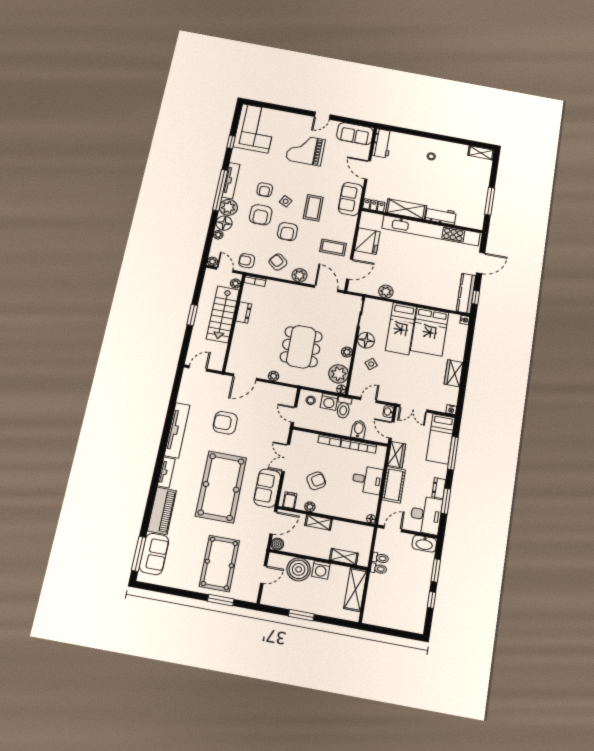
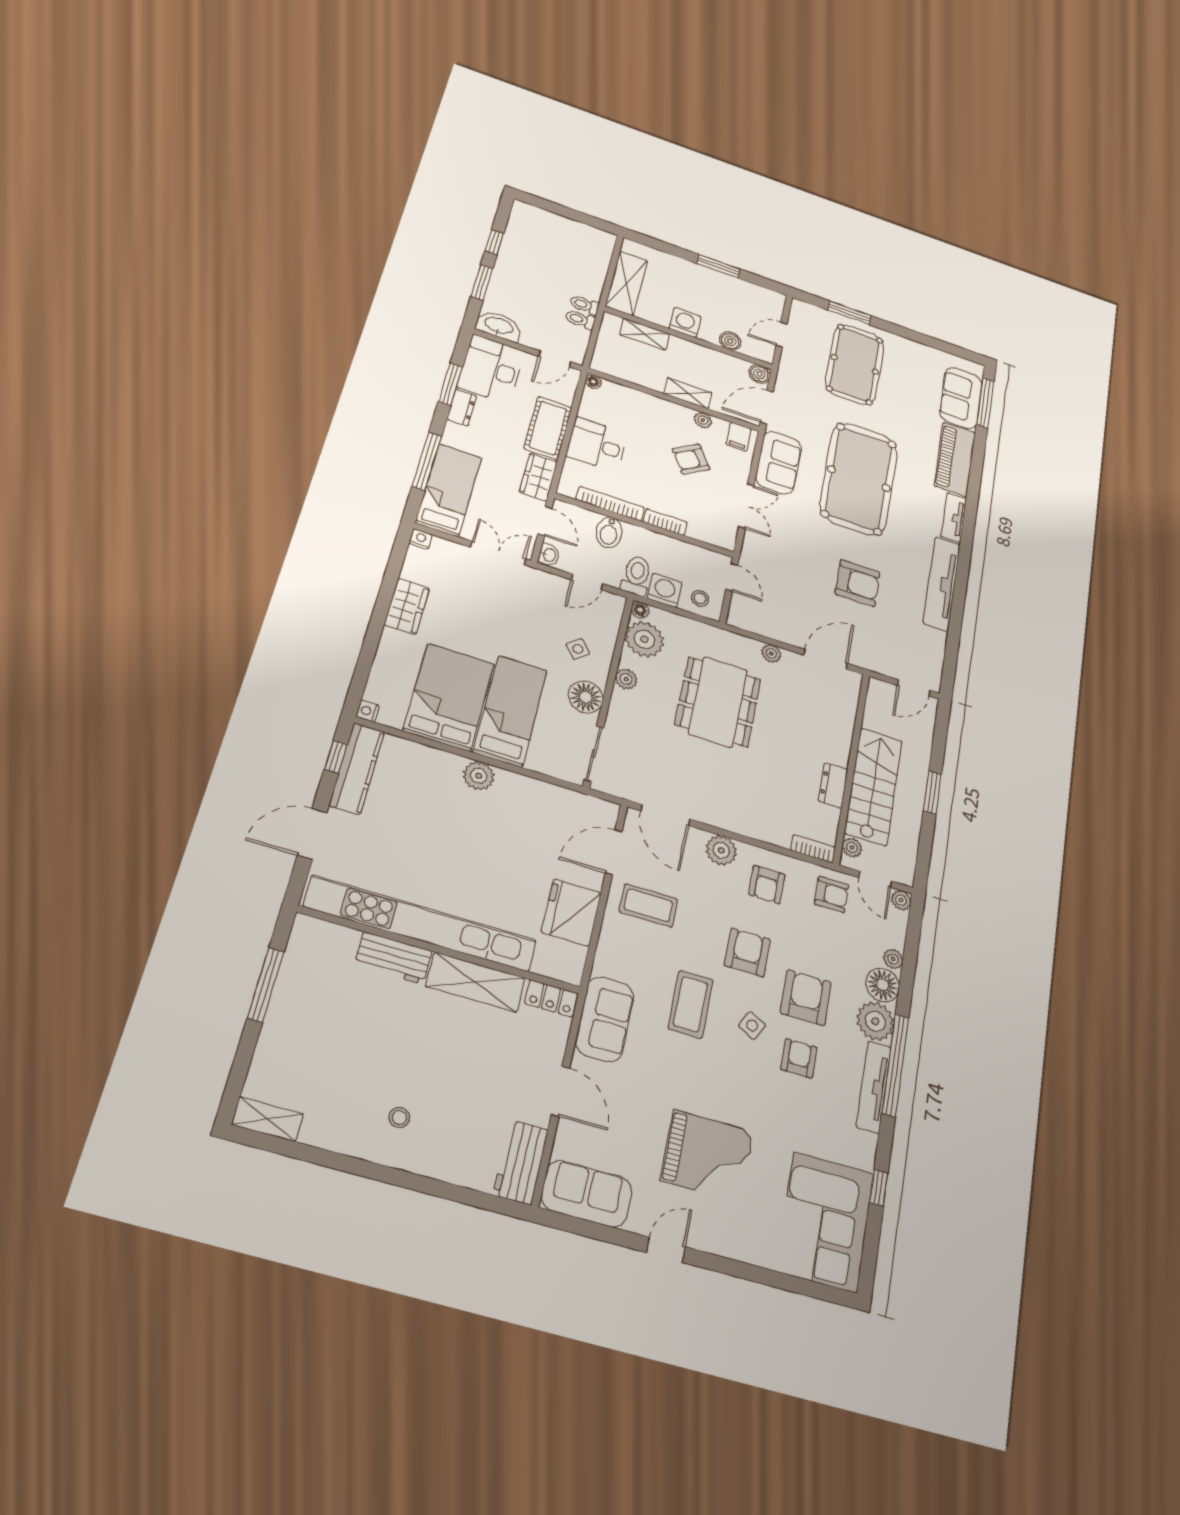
armchair: (278, 262) -> (767, 885), turned 50
plant: (386, 292) -> (479, 776), moved
boiler: (299, 569) -> (730, 341), width x0.54, depth x0.54

